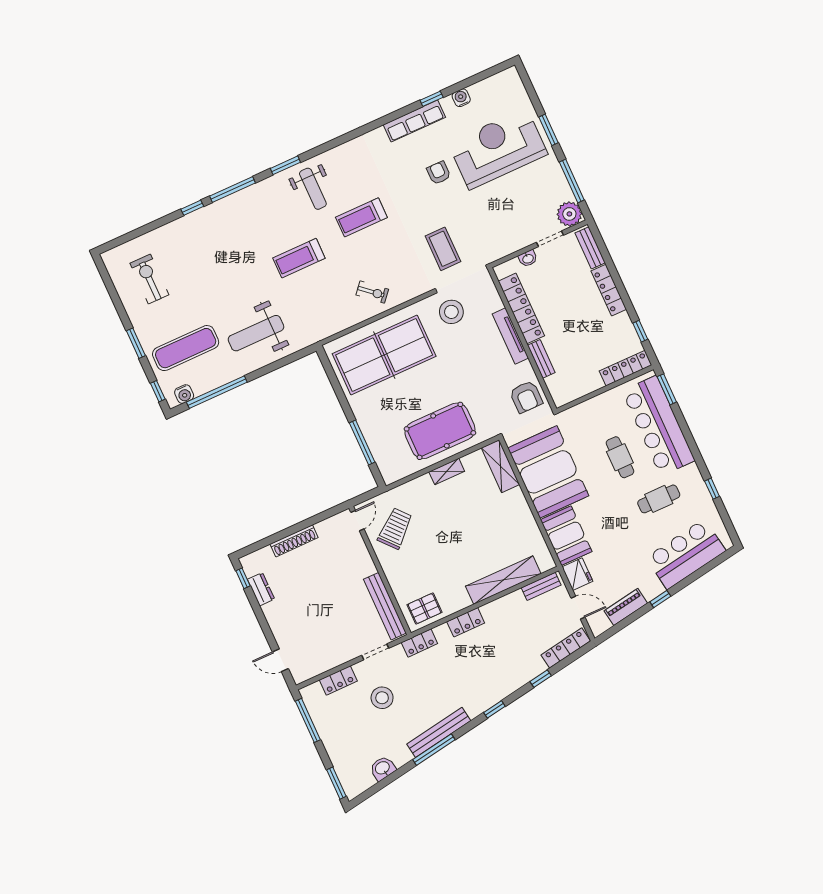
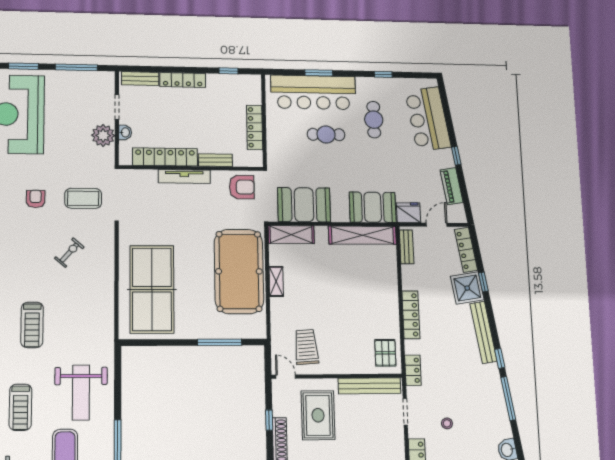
armchair: (439, 173) -> (36, 199), moved, turned 90
plant: (569, 214) -> (103, 135), moved
treadmill: (361, 217) -> (20, 407), moved
exercise bike: (372, 292) -> (69, 253), moved
stool: (451, 312) -> (141, 216), removed
locker: (626, 368) -> (255, 127), moved
window: (667, 389) -> (319, 73), moved
pool table: (440, 431) -> (239, 271), width x1.36, depth x1.32
booth: (548, 472) -> (304, 205), width x0.73, depth x0.70
window: (309, 522) -> (269, 420), added
trolley: (395, 528) -> (306, 347), turned 37
rug: (334, 568) -> (318, 415), added
shelving: (503, 580) -> (362, 235), moved, turned 90
locker: (466, 622) -> (411, 315), width x1.53
shower: (527, 665) -> (467, 288), added
stool: (382, 698) -> (447, 423), width x0.53, depth x0.53
window: (494, 709) -> (500, 358), moved
bench: (439, 732) -> (483, 332), moved

